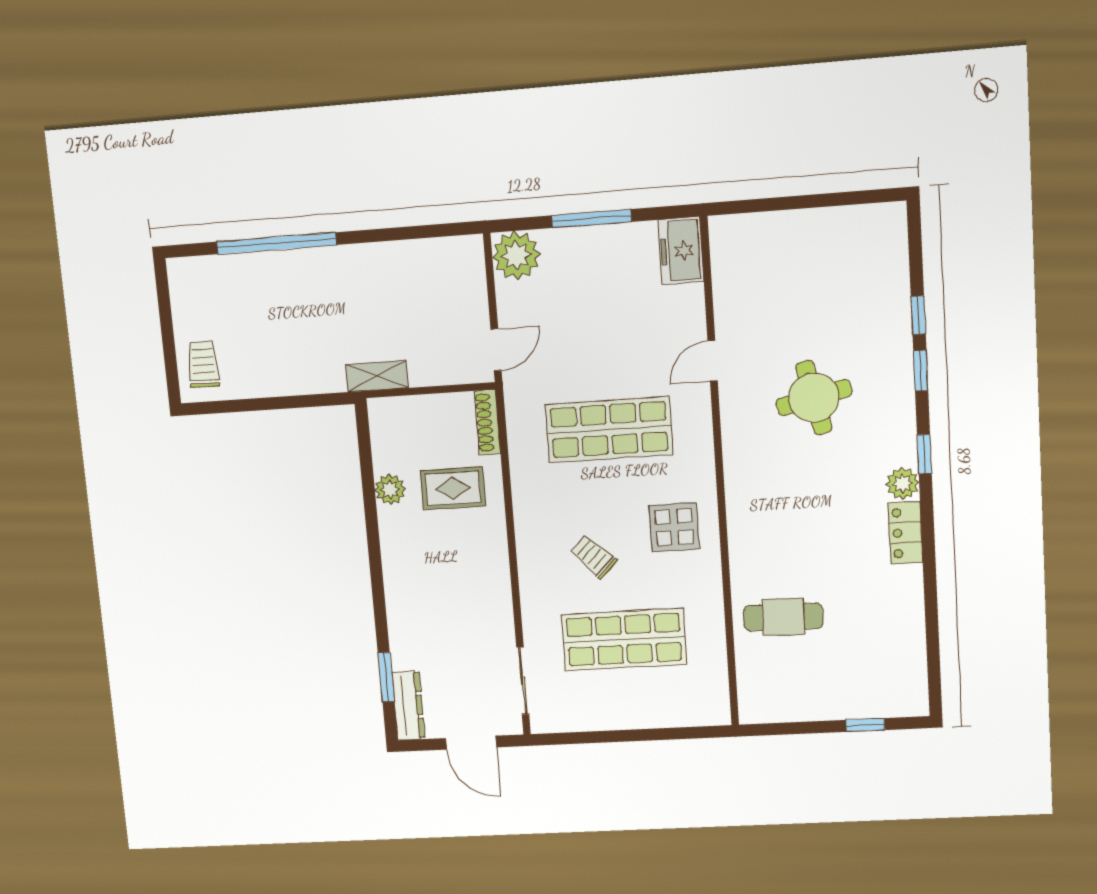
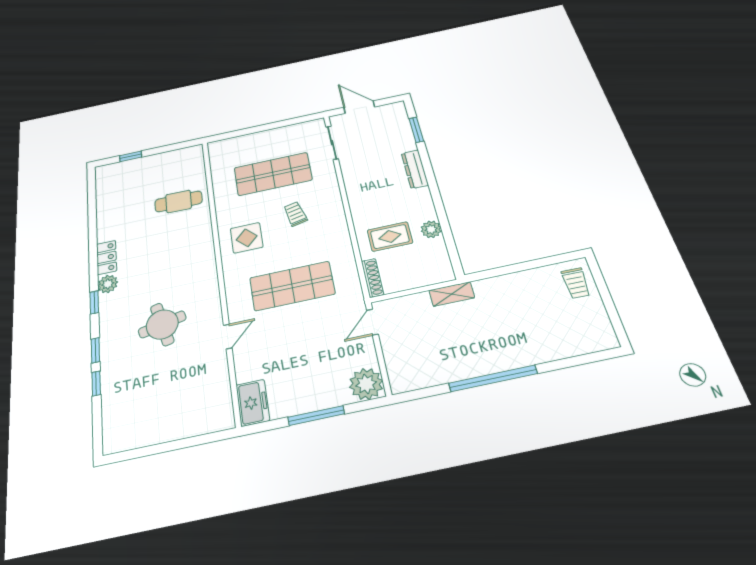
window: (276, 243) -> (493, 378), moved
trolley: (594, 556) -> (295, 214), turned -148
dresser: (408, 705) -> (415, 169), moved

